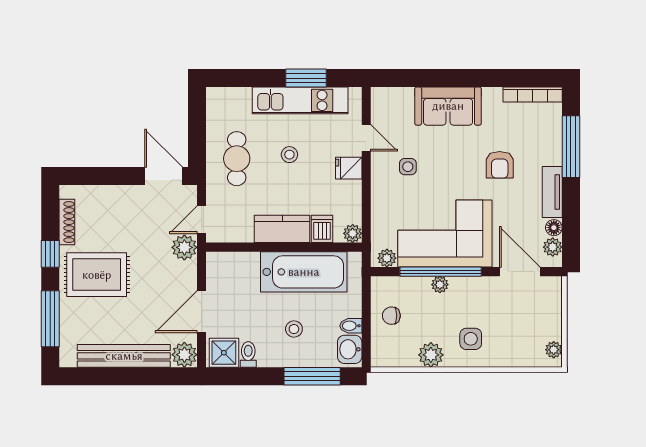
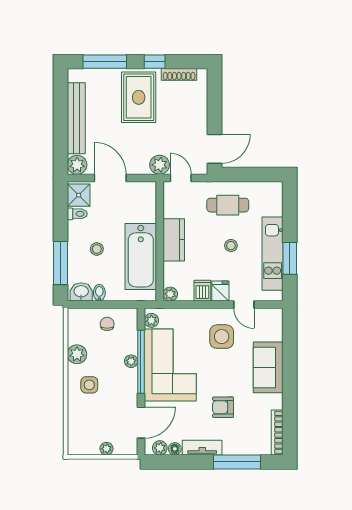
door: (366, 138) -> (244, 305), hinge flipped
side table: (408, 167) -> (222, 337), width x1.87, depth x1.87
dishwasher: (322, 229) -> (202, 291), moved, turned -90
plant: (554, 350) -> (106, 449), moved

